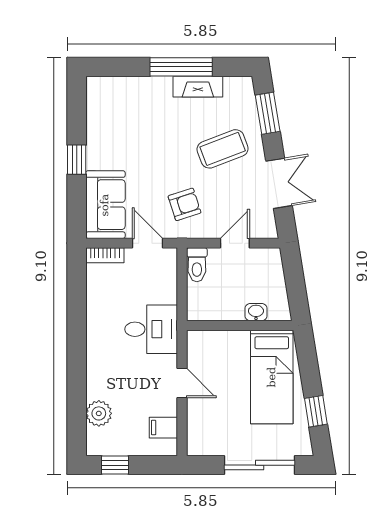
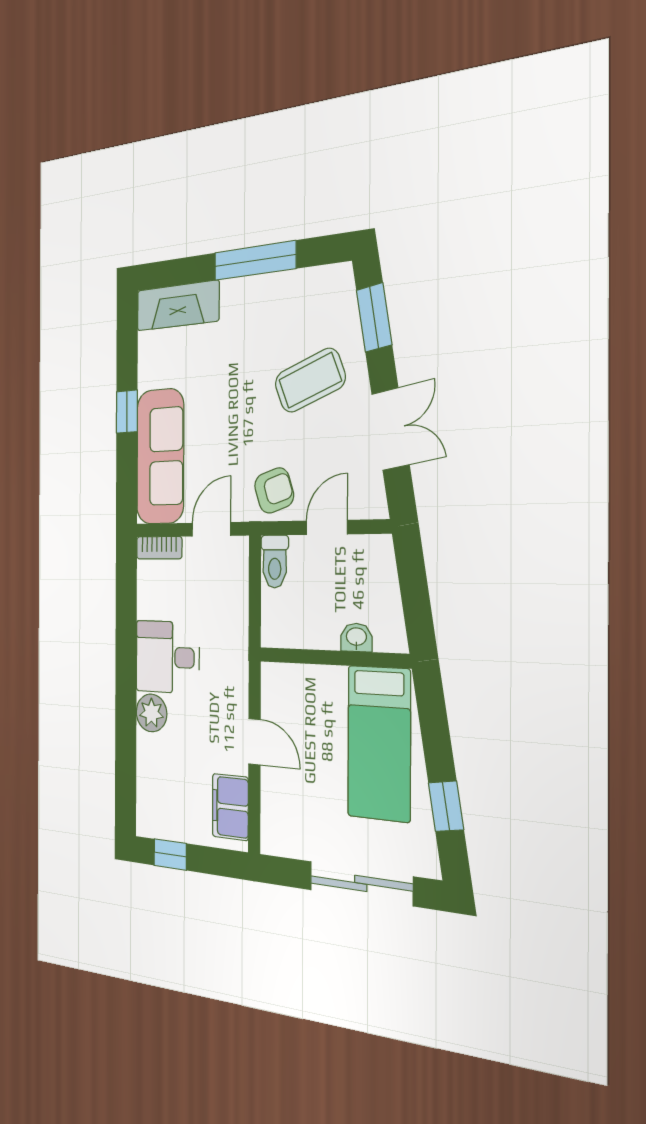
fireplace: (198, 87) -> (178, 306), moved, width x1.37, depth x1.32
armchair: (184, 204) -> (274, 490), moved
sofa: (105, 205) -> (160, 456), width x1.36
door: (148, 243) -> (211, 529), hinge flipped
desk: (151, 329) -> (167, 657), moved, turned 180
plant: (99, 413) -> (151, 713), moved
filing cabinet: (163, 428) -> (230, 807), width x2.00

